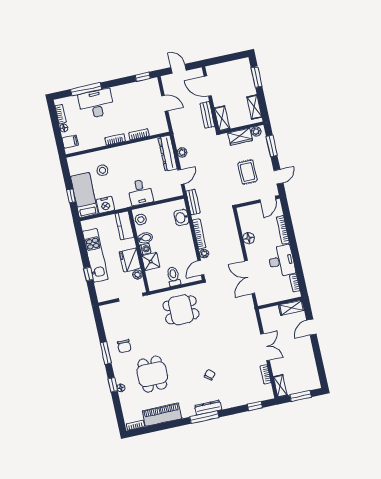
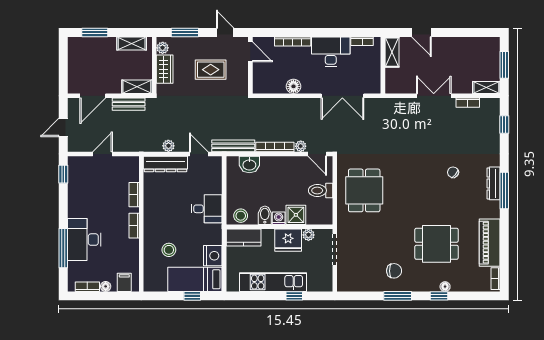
bench: (193, 202) -> (233, 146), width x1.36

